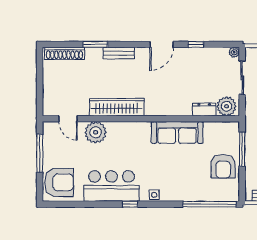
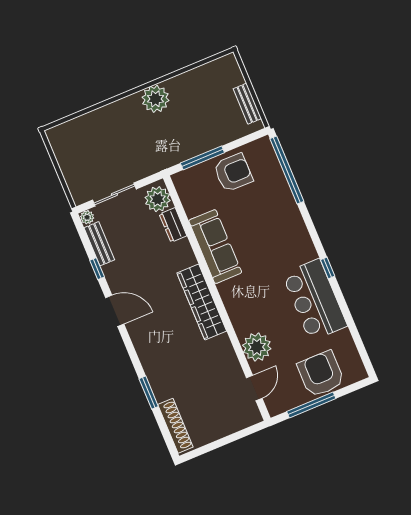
bench: (119, 53) -> (99, 244), moved
wardrobe: (117, 107) -> (202, 302), moved
armchair: (59, 182) -> (321, 374), moved
side table: (154, 195) -> (304, 243), removed

